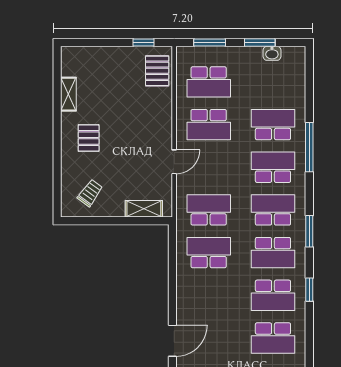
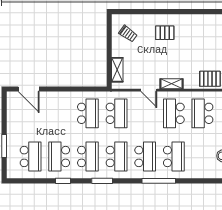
shelving: (68, 94) -> (172, 84), moved
school desk: (273, 253) -> (88, 156), turned 180
school desk: (273, 338) -> (31, 156), turned 180

